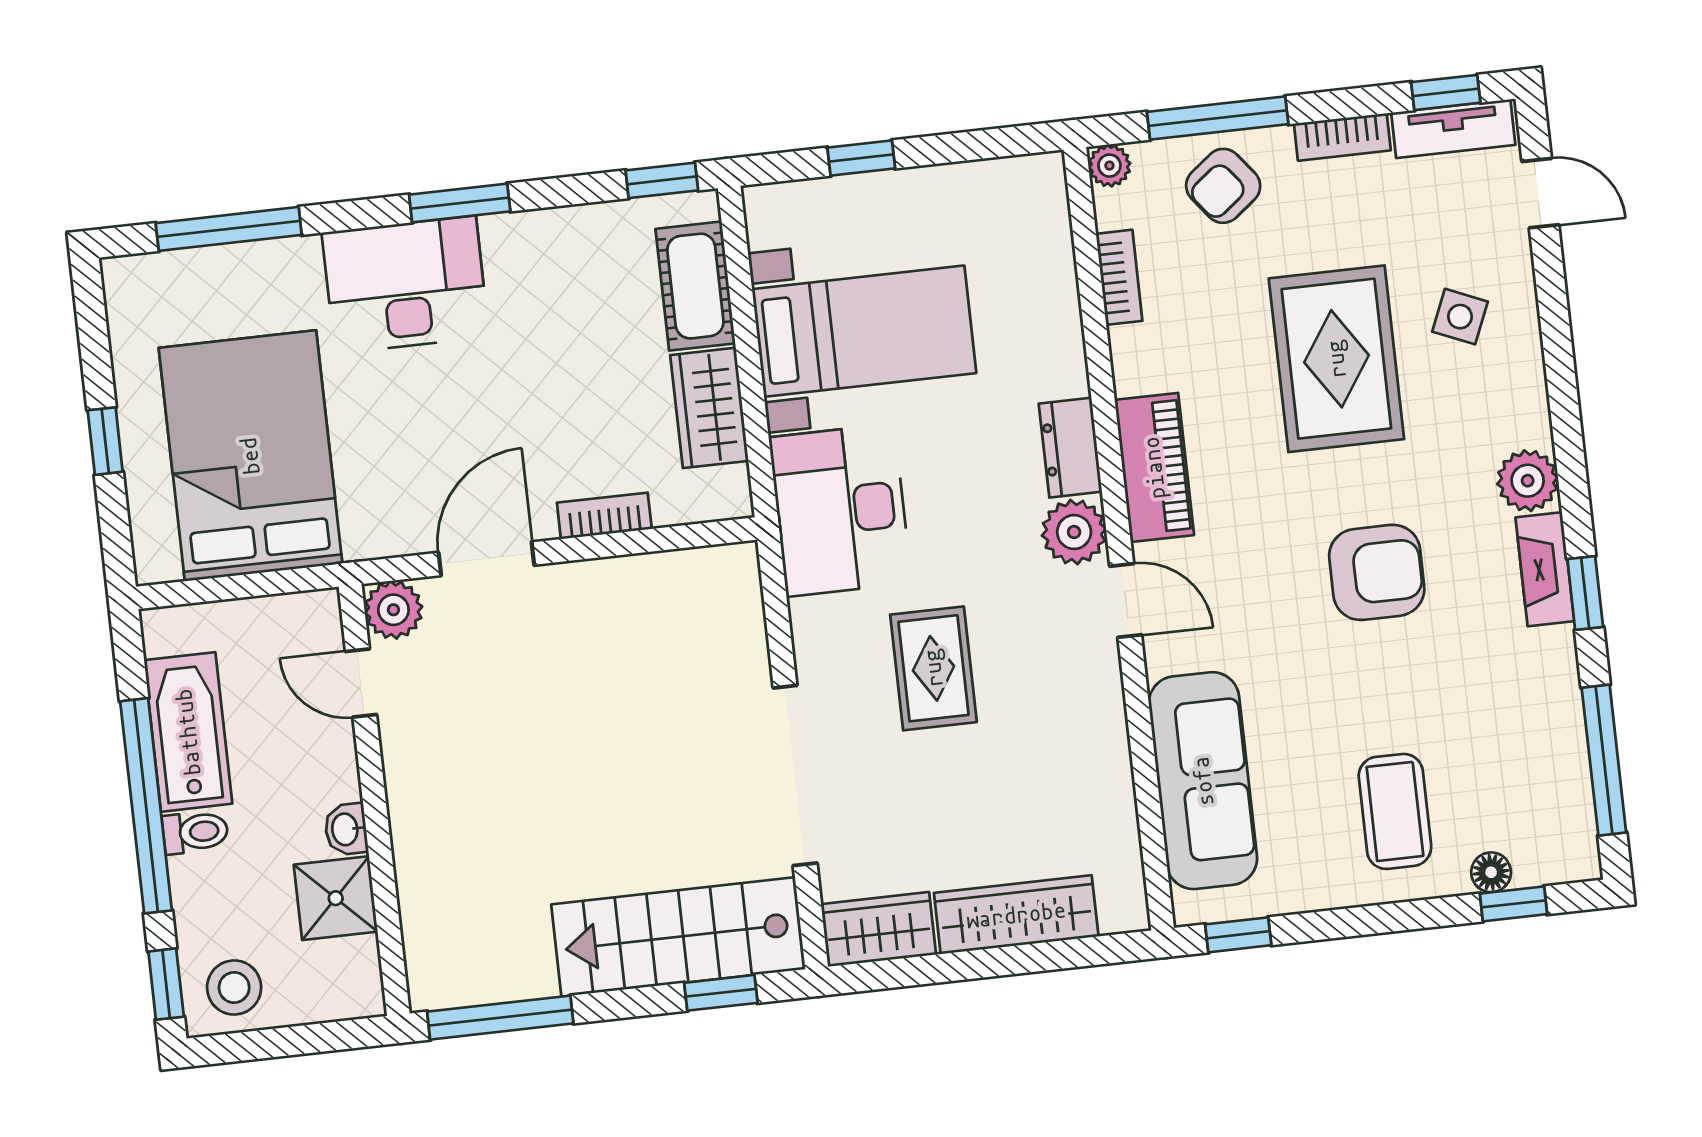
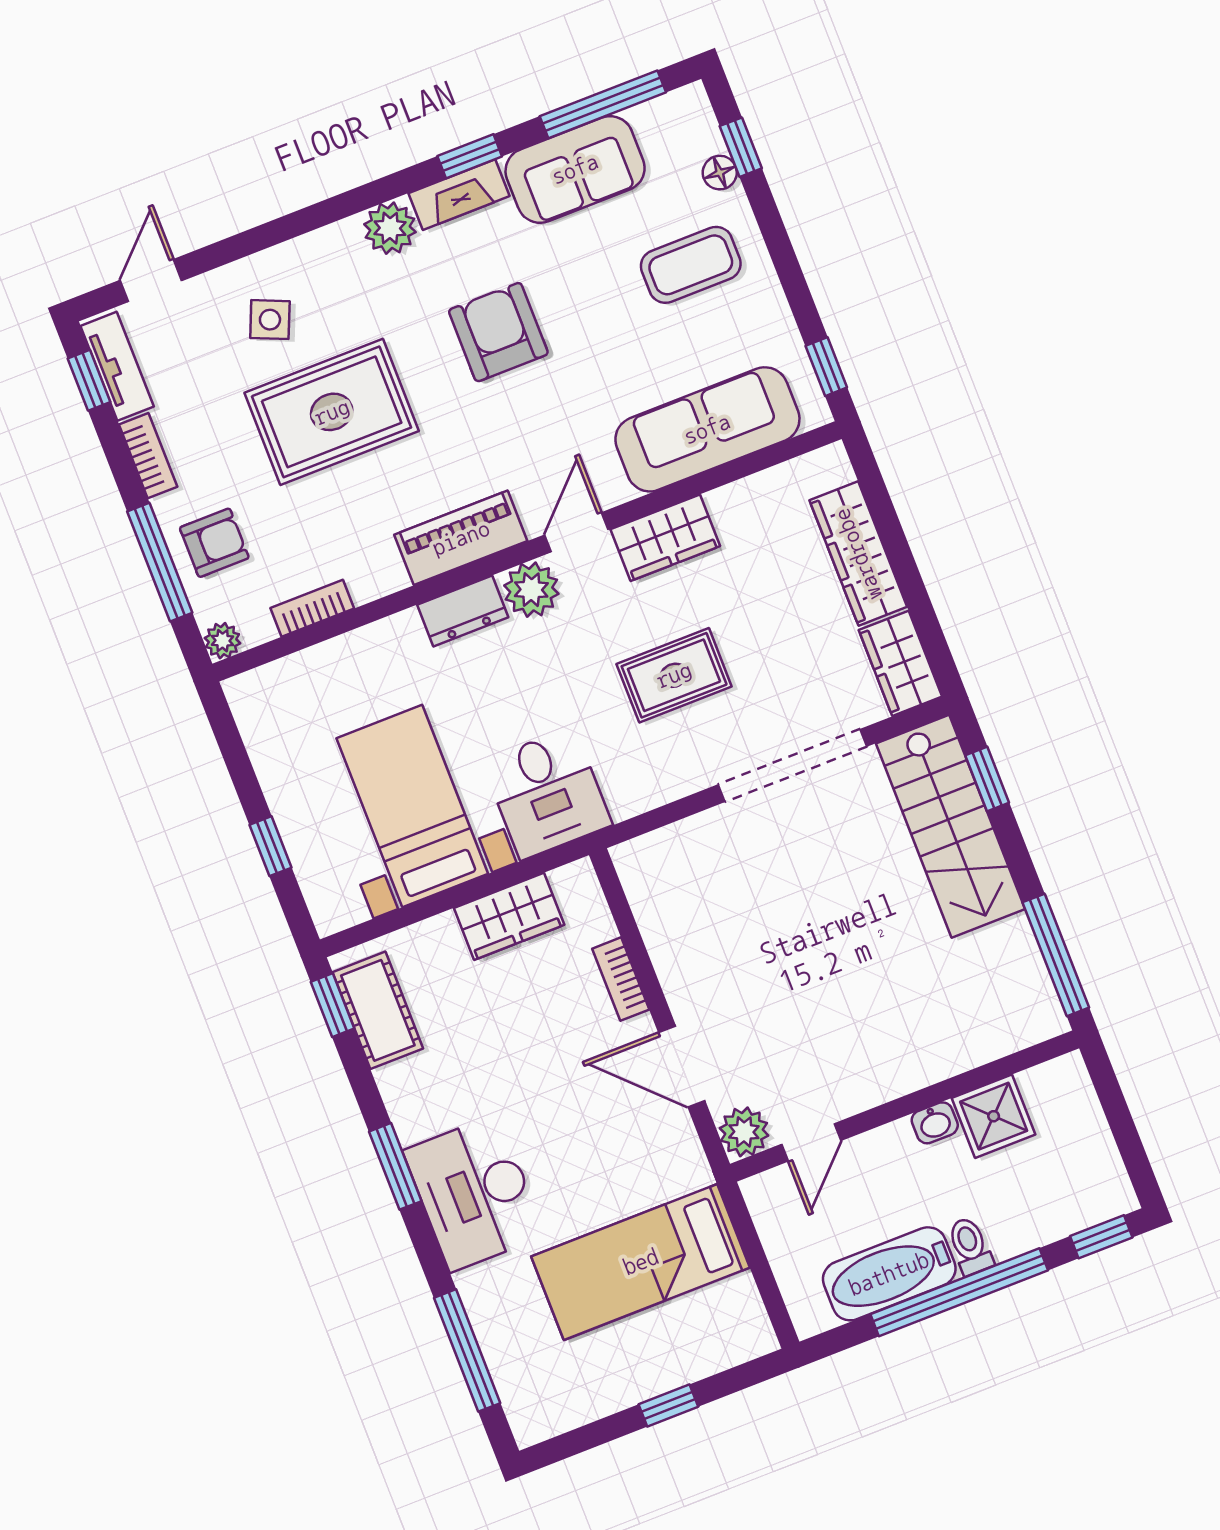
armchair: (1223, 186) -> (214, 543), turned -52
cot: (695, 286) -> (378, 1010), moved, turned 90
bed: (250, 456) -> (641, 1262), width x0.67
desk: (840, 510) -> (547, 793), width x0.73
wardrobe: (1093, 700) -> (665, 538), added
sofa: (1538, 709) -> (575, 169), added
stool: (234, 987) -> (1089, 1180), removed

